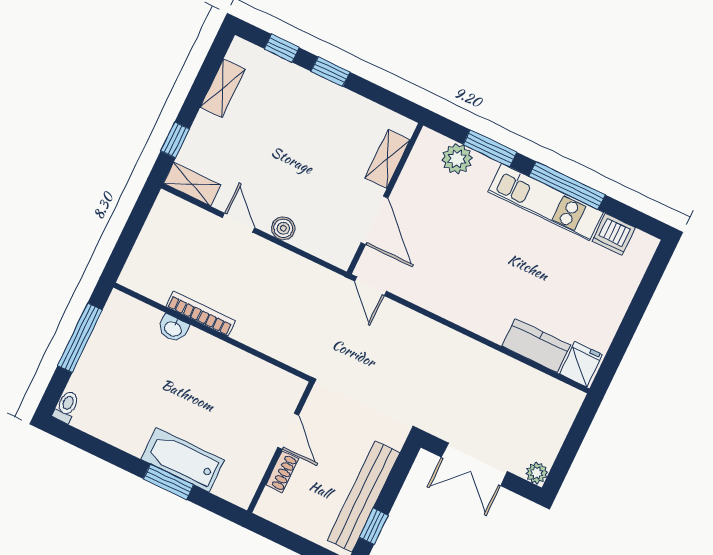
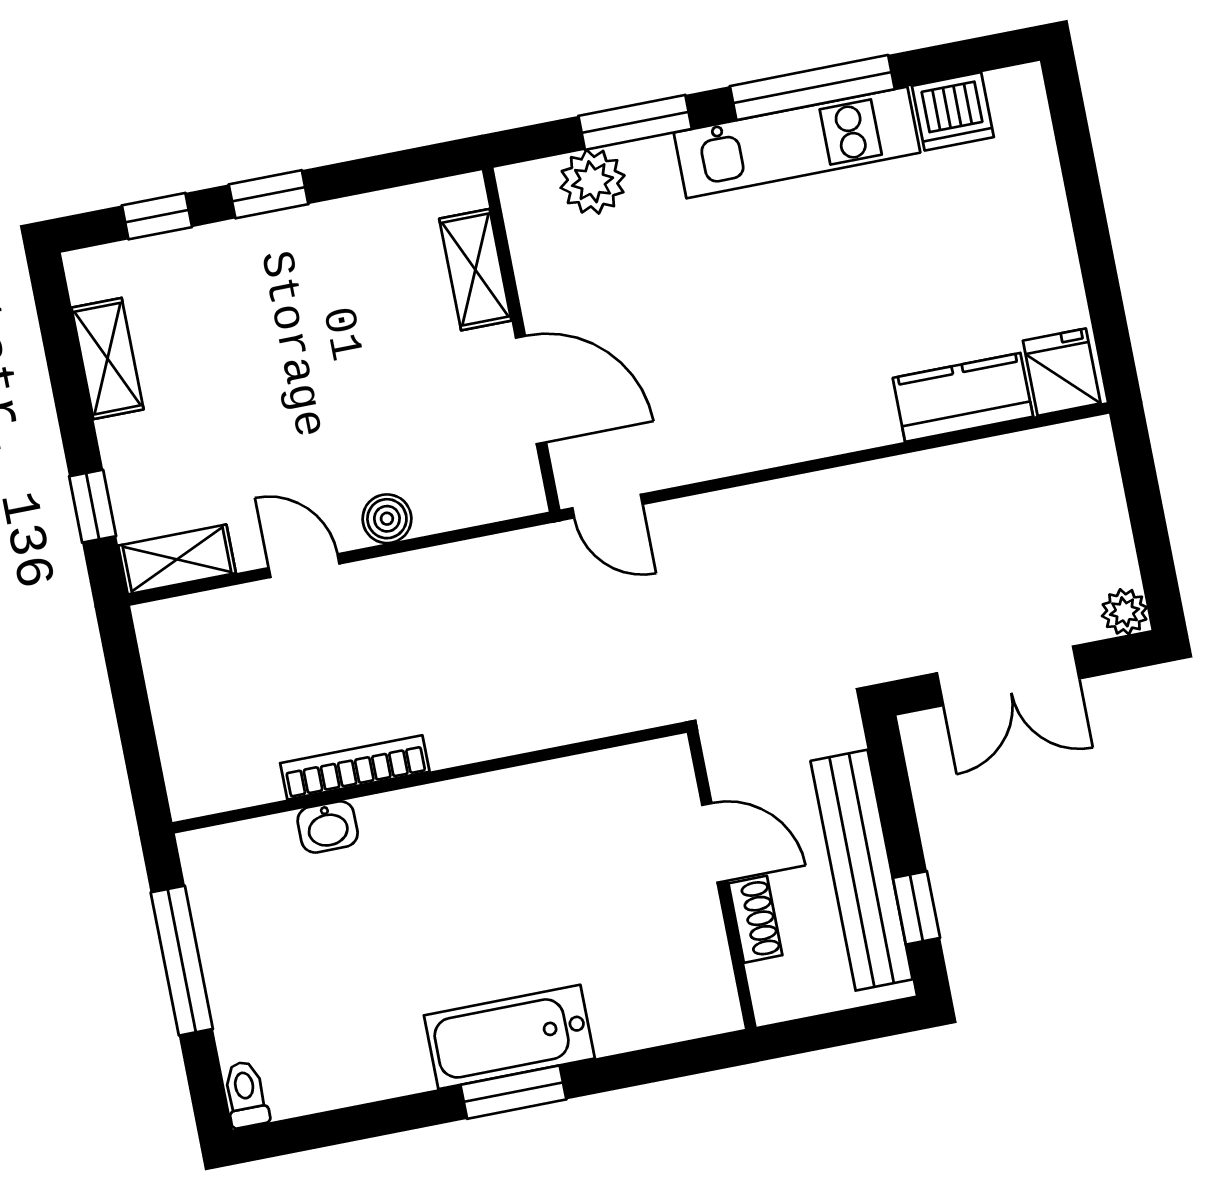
door: (288, 431) -> (714, 843), moved
wall: (281, 447) -> (722, 880), moved
shoe rack: (282, 472) -> (755, 919), moved

